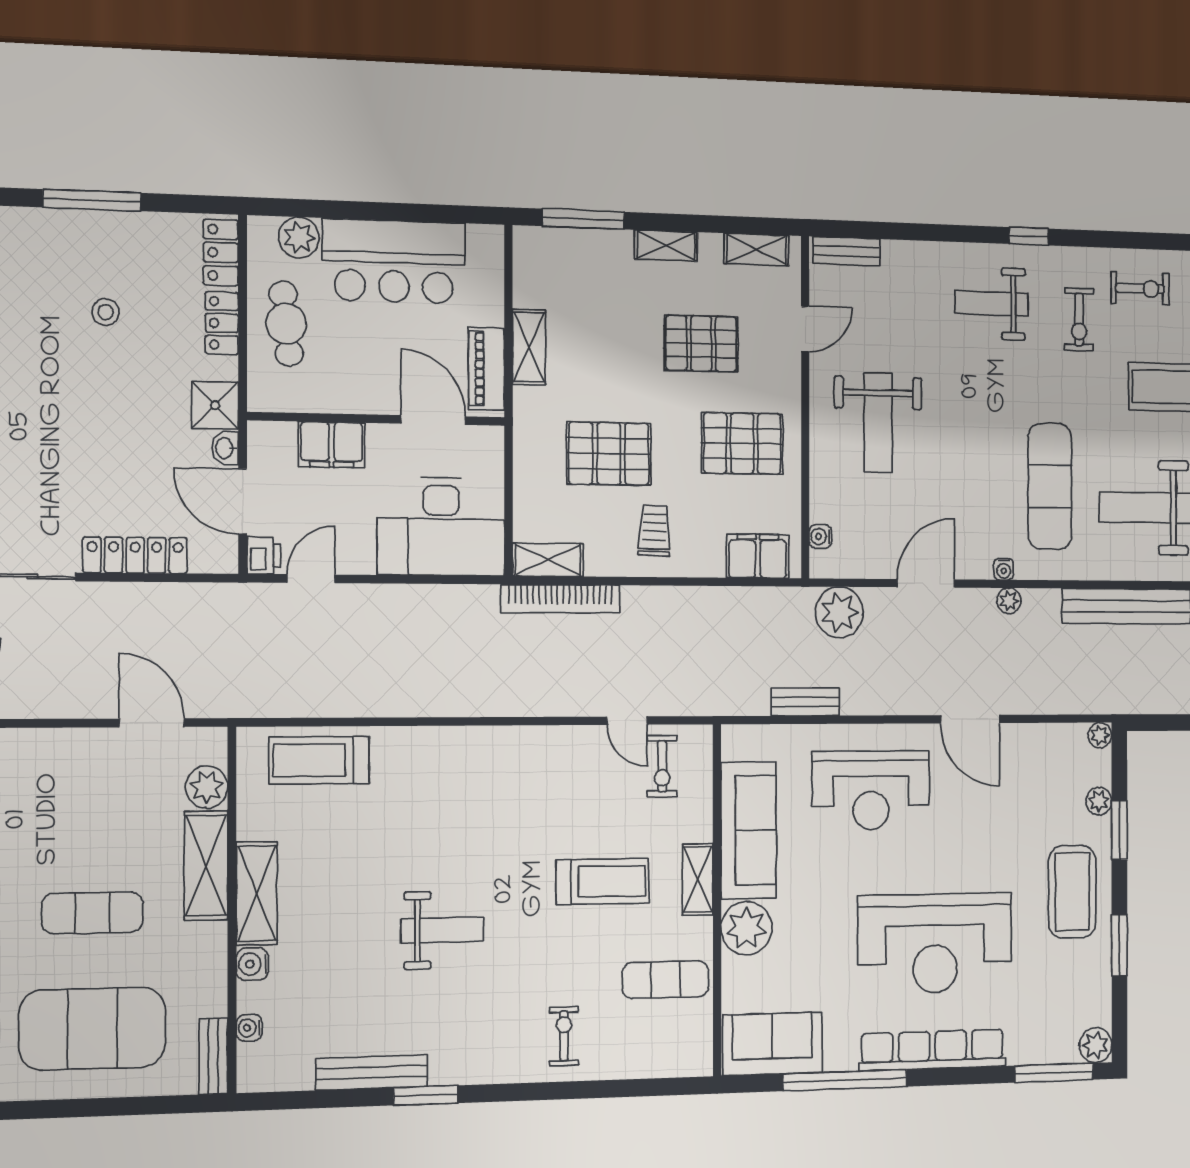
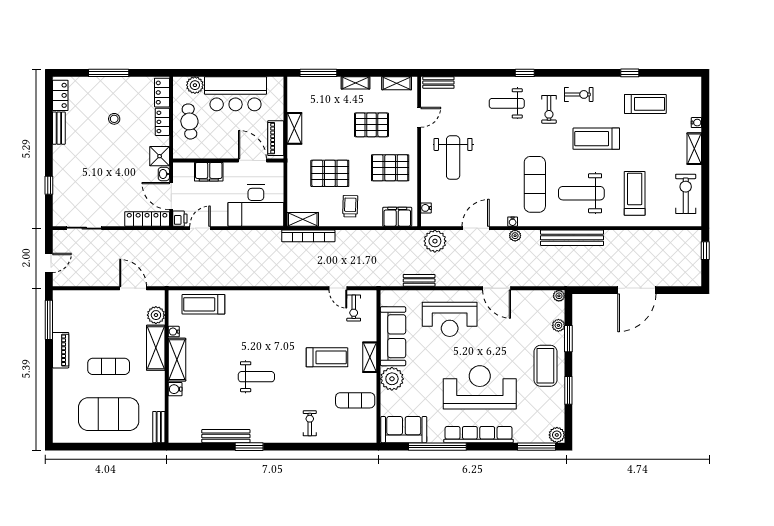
locker: (135, 555) -> (147, 219), moved
reception desk: (935, 943) -> (480, 387), turned 180
water cooler: (249, 1028) -> (174, 332), moved

